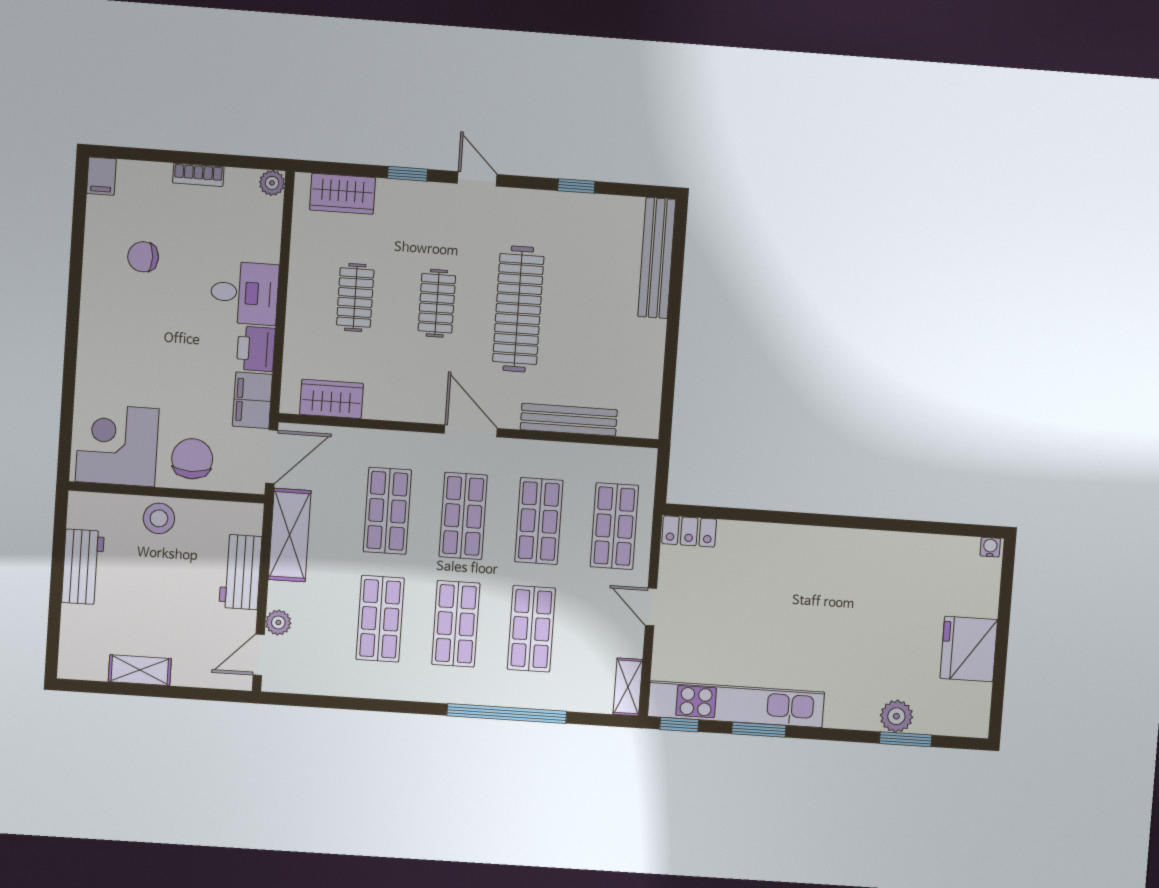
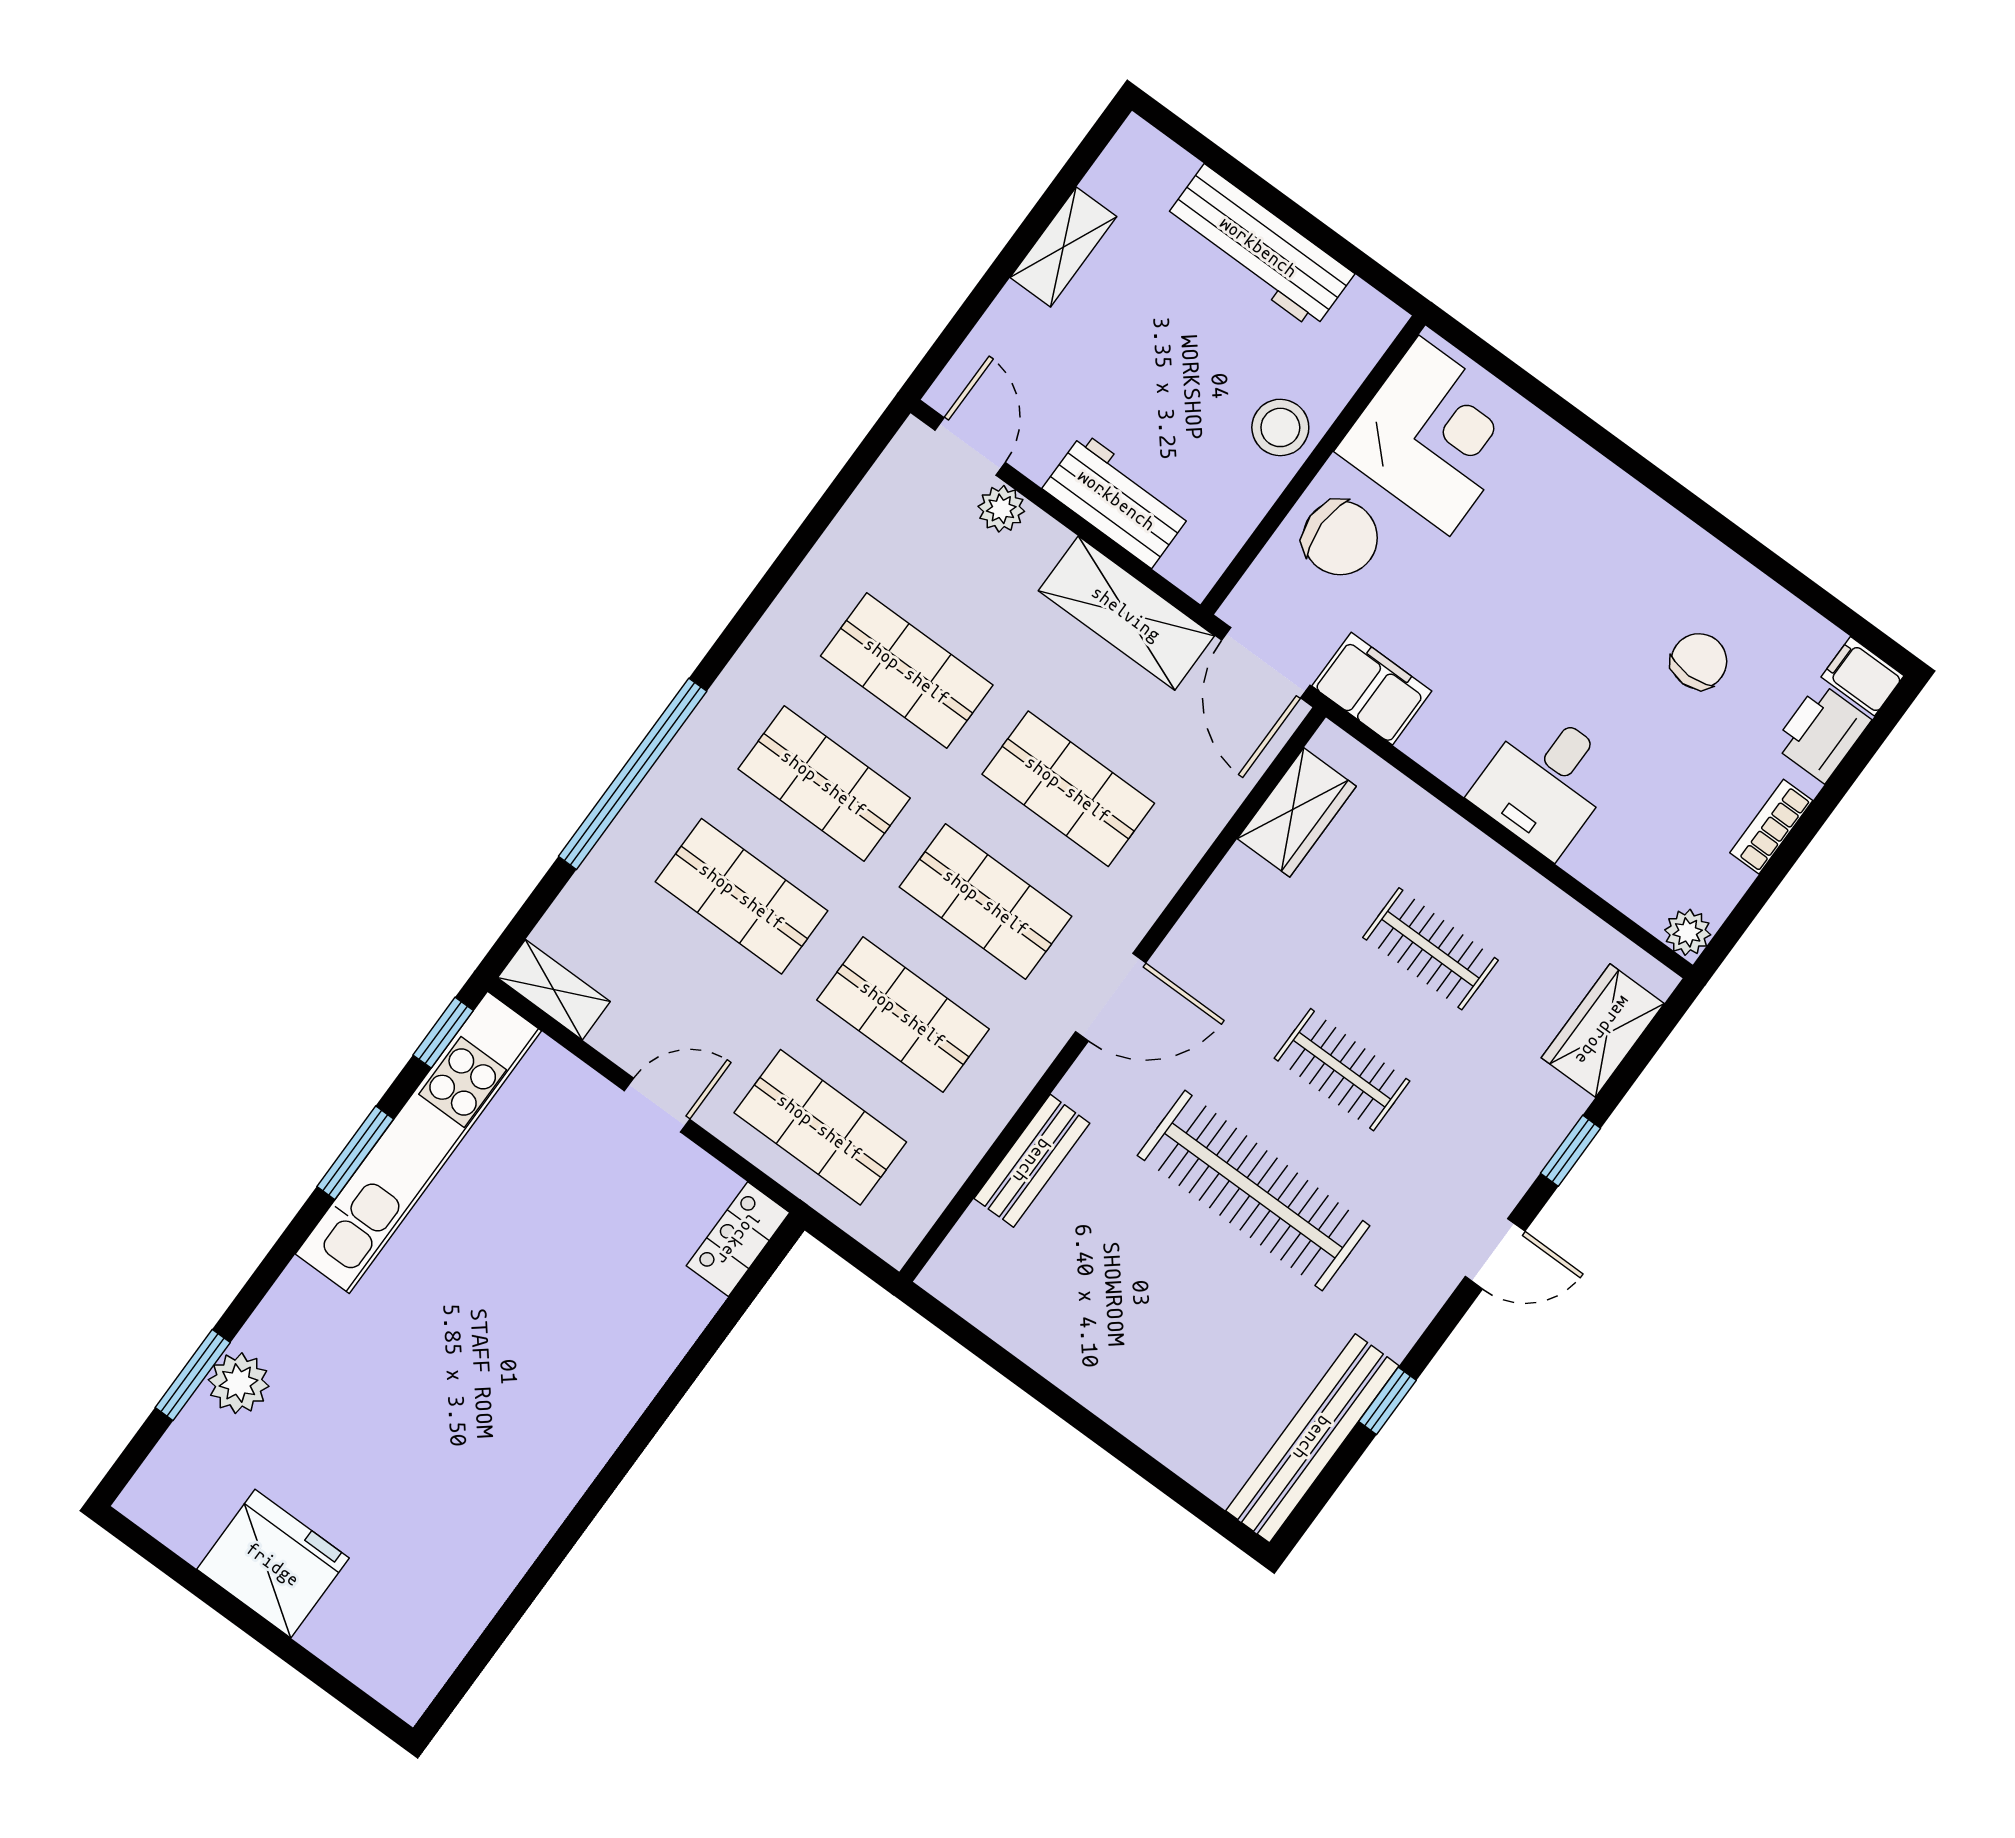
bench: (657, 258) -> (1312, 1438), moved, turned 90
printer: (256, 349) -> (1822, 733), moved, turned -90
bench: (569, 420) -> (1032, 1161), width x0.73
water cooler: (990, 547) -> (413, 1698), removed
workbench: (83, 567) -> (1259, 247), width x1.37

